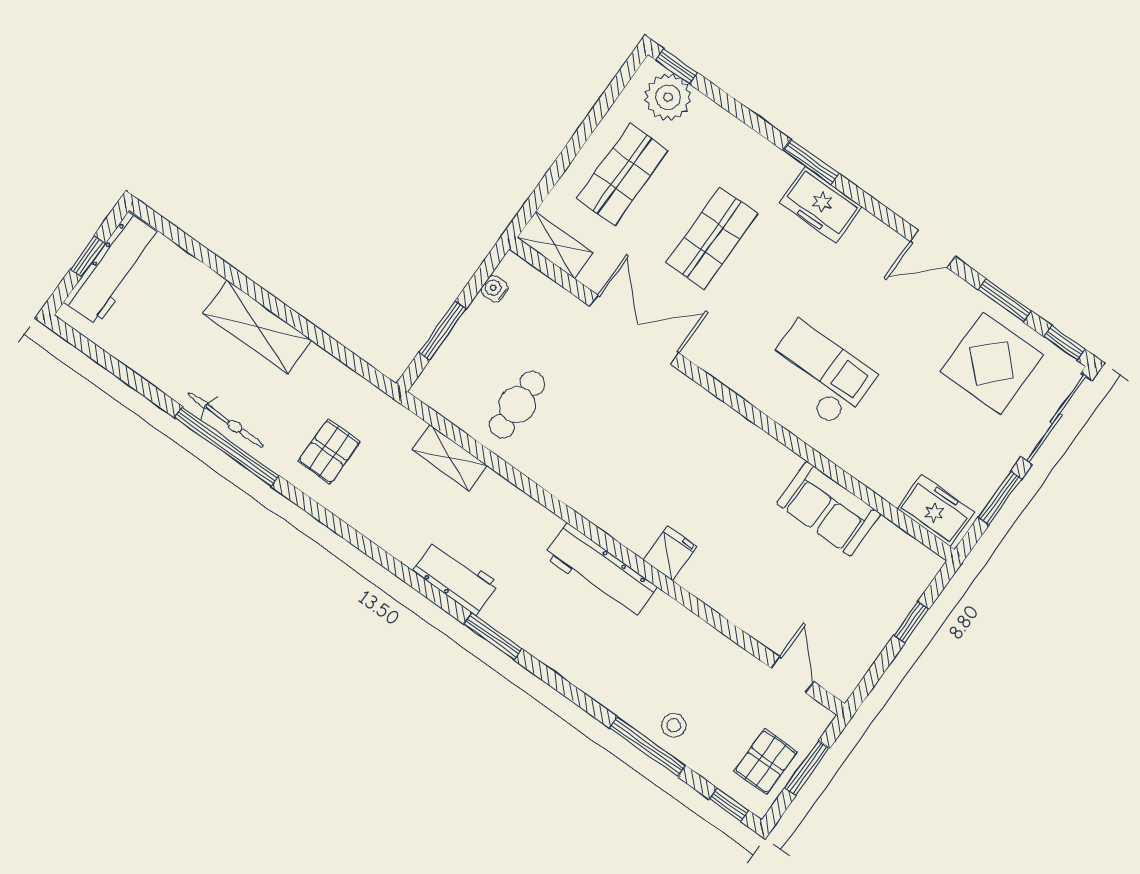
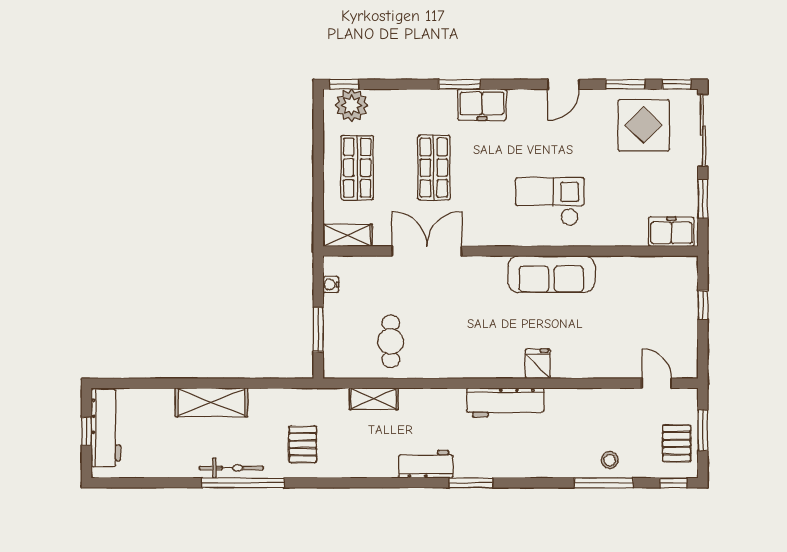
sofa: (828, 509) -> (551, 274), moved, width x1.36

